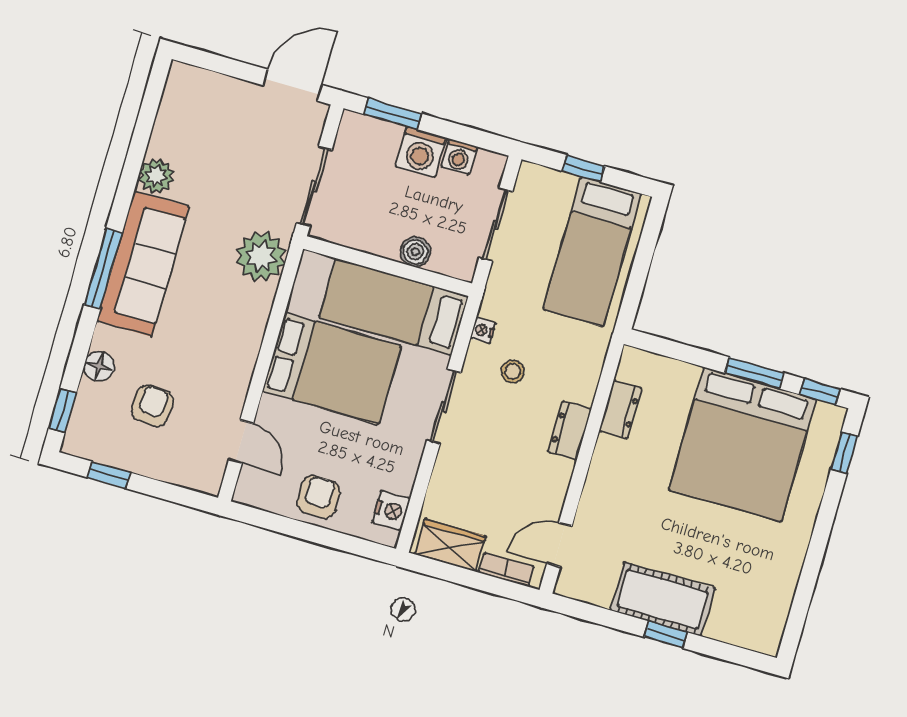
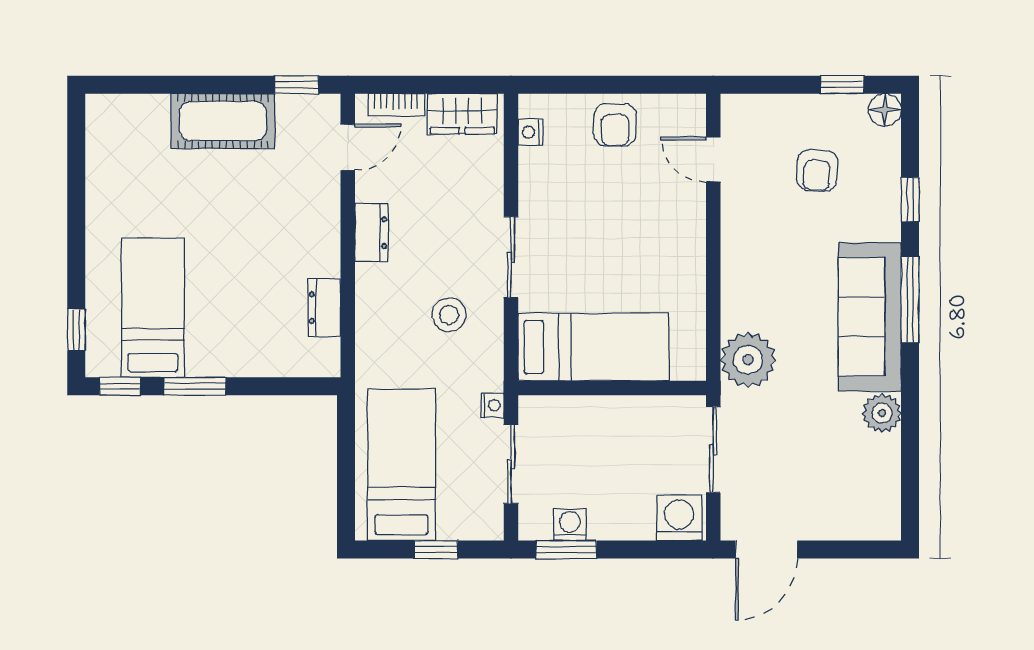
window: (393, 114) -> (566, 549), moved
washing machine: (421, 152) -> (679, 518), moved
boiler: (415, 252) -> (587, 411), removed
nightstand: (483, 330) -> (492, 406), moved
floor lamp: (99, 366) -> (885, 110), moved
bed: (332, 369) -> (640, 264), removed
stool: (513, 371) -> (449, 315), width x1.37, depth x1.37
window: (62, 410) -> (910, 199), moved
dresser: (570, 430) -> (371, 233), moved
bed: (743, 444) -> (153, 308), width x0.49
nightstand: (391, 510) -> (530, 132), width x0.72, depth x0.74
window: (666, 635) -> (297, 85), moved

